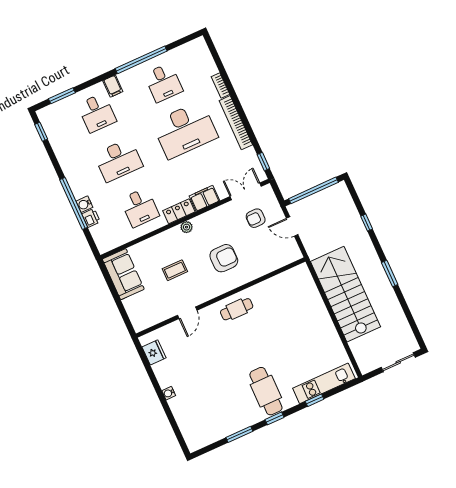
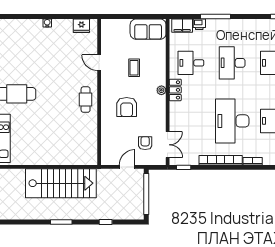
filing cabinet: (204, 198) -> (182, 26), moved, turned 90
window: (74, 203) -> (215, 16), width x0.68
water cooler: (84, 204) -> (211, 24), removed

